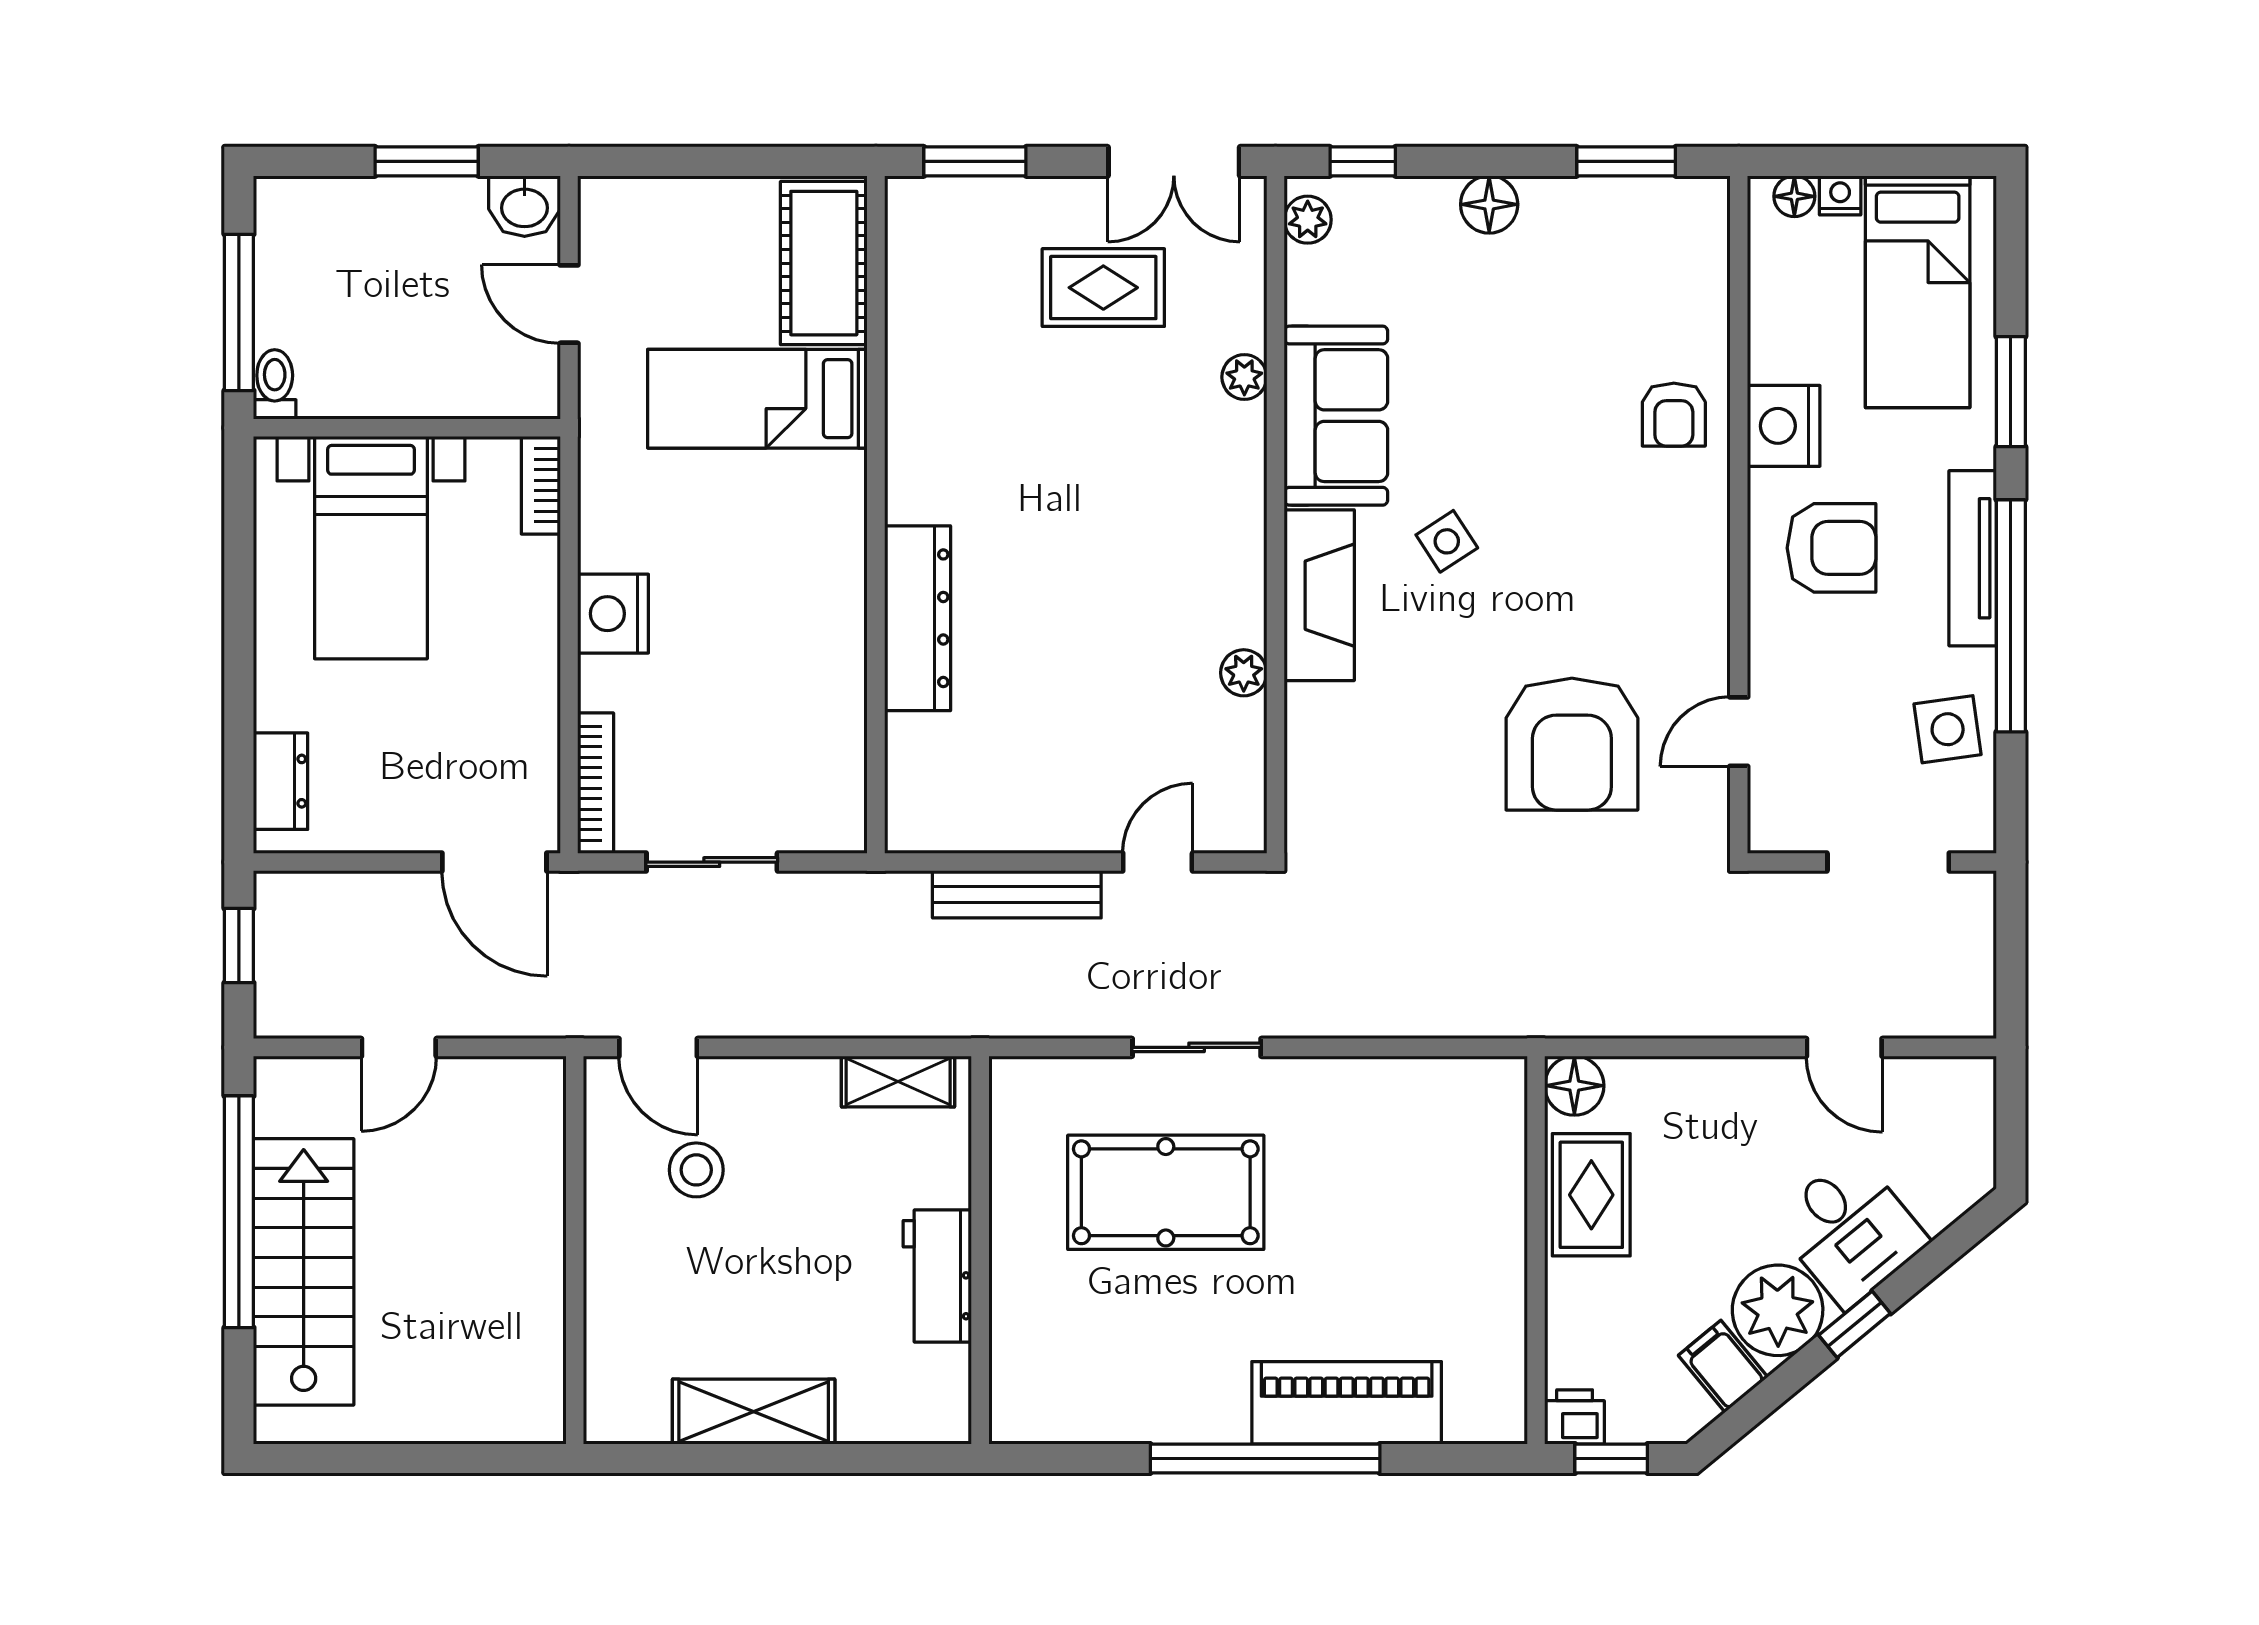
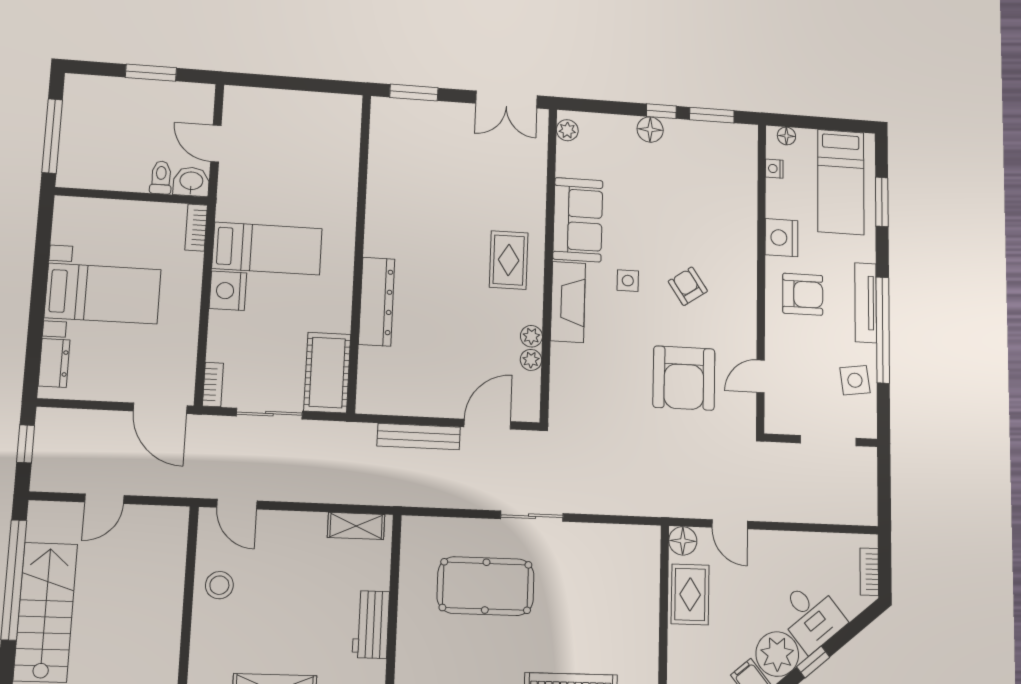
window: (1363, 161) -> (661, 111), moved
nightstand: (1840, 195) -> (774, 169), moved, turned -90
washbasin: (525, 206) -> (191, 182), moved, turned 180
cot: (824, 263) -> (327, 373), moved
rug: (1103, 288) -> (509, 260), moved, turned 90
plant: (1244, 377) -> (531, 360), moved
toilet: (275, 384) -> (161, 177), moved
window: (2011, 392) -> (882, 202), moved
bed: (757, 399) -> (267, 249), moved, turned 180
armchair: (1674, 415) -> (688, 286), moved, turned 146
side table: (1447, 541) -> (628, 281), turned 33
bed with nightstands: (371, 548) -> (103, 294), moved, turned -90
bookcase: (596, 783) -> (213, 385), width x0.64
door: (1158, 862) -> (487, 424), width x1.38
sliding door: (1197, 1047) -> (532, 516), moved
door: (1844, 1047) -> (730, 524), moved
bookcase: (1977, 1135) -> (869, 572), added
stool: (696, 1170) -> (219, 585), moved

